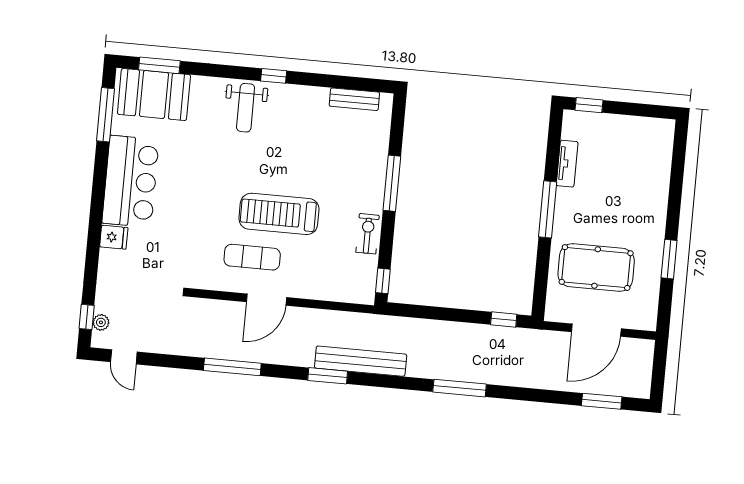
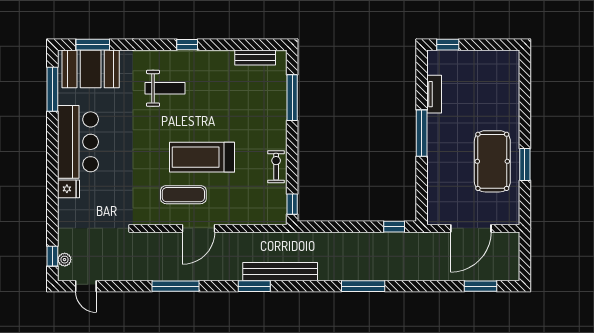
weight bench: (246, 108) -> (165, 88), moved, turned -90
window: (392, 183) -> (292, 98), moved
pool table: (596, 268) -> (492, 161), moved, turned 90

